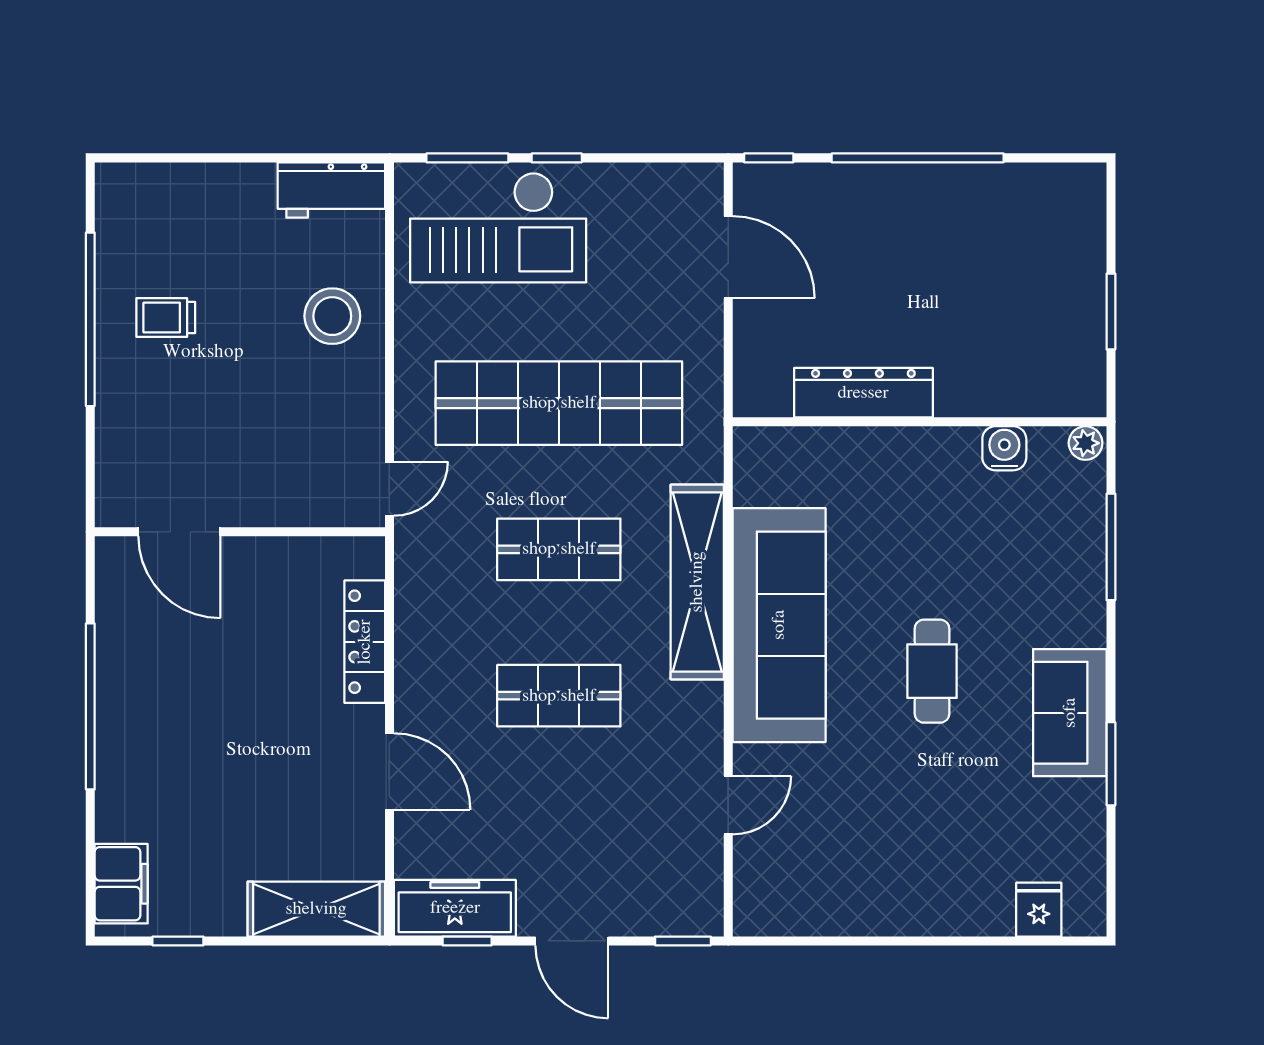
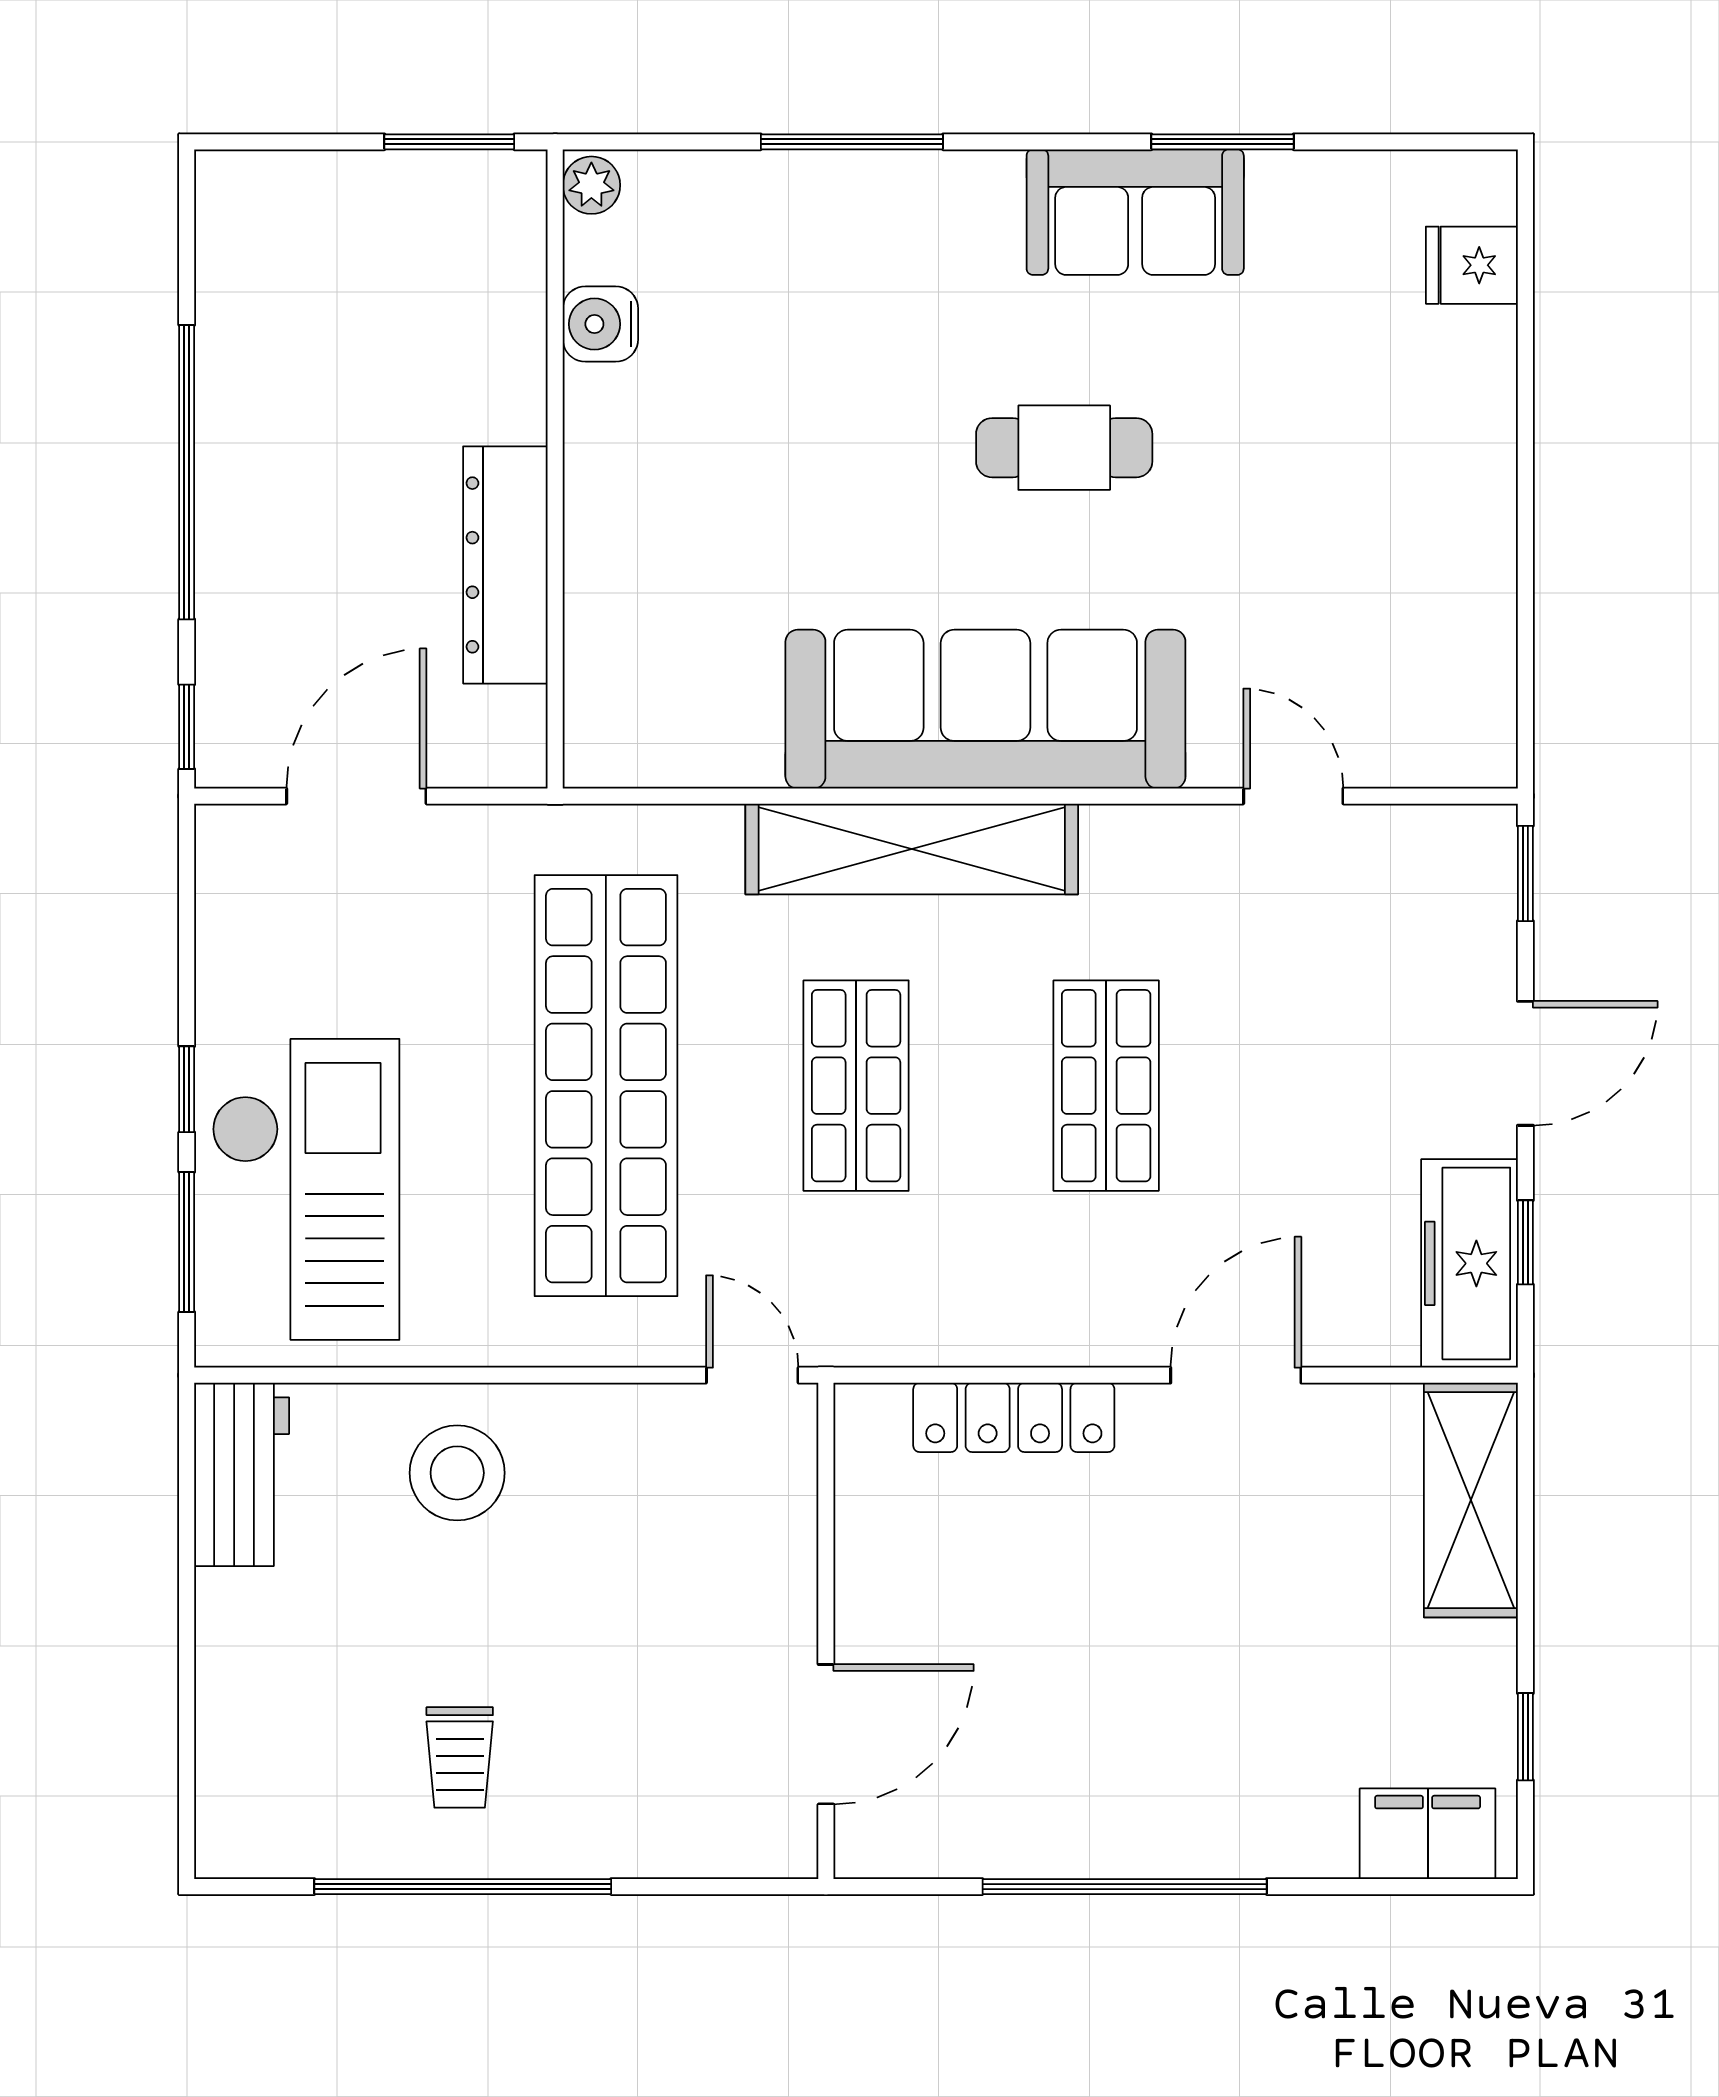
dresser: (863, 393) -> (505, 565), moved
wall: (920, 422) -> (555, 469), moved
plant: (1086, 443) -> (591, 185), moved
water cooler: (1004, 448) -> (600, 324), moved

